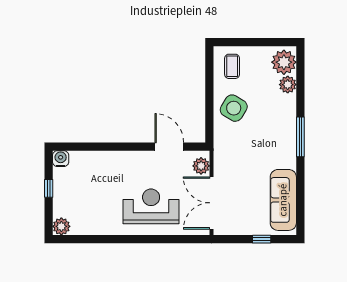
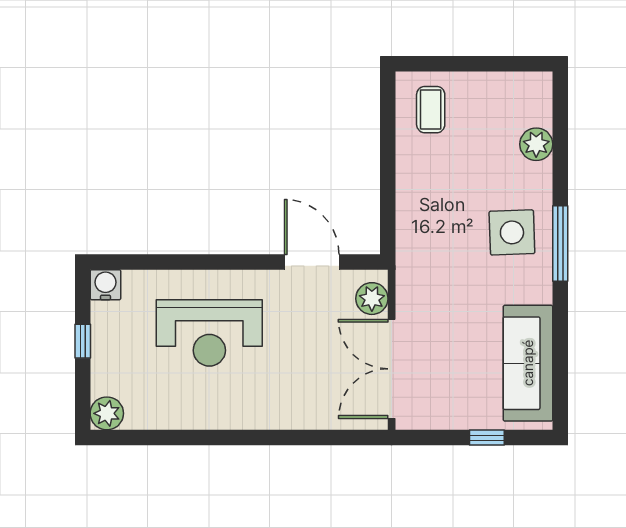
plant: (284, 62) -> (529, 102), removed
side table: (234, 108) -> (512, 232), moved, turned -33
reception desk: (151, 206) -> (209, 333), moved, turned 180

